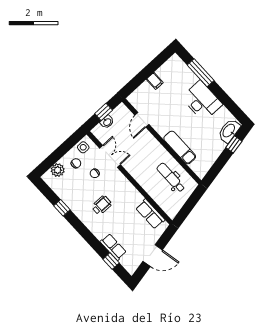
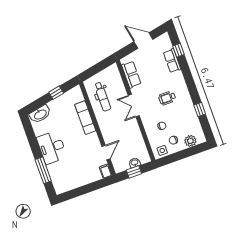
filing cabinet: (155, 81) -> (106, 171), moved
window: (234, 144) -> (56, 93), moved
double door: (110, 156) -> (134, 106), moved

